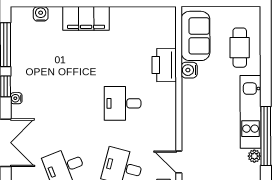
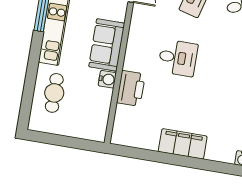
filing cabinet: (86, 18) -> (183, 144), moved
sofa: (195, 36) -> (107, 45), moved

